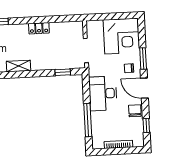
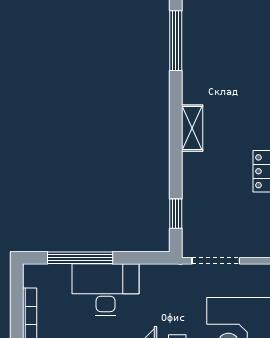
desk: (103, 93) -> (106, 290), moved

